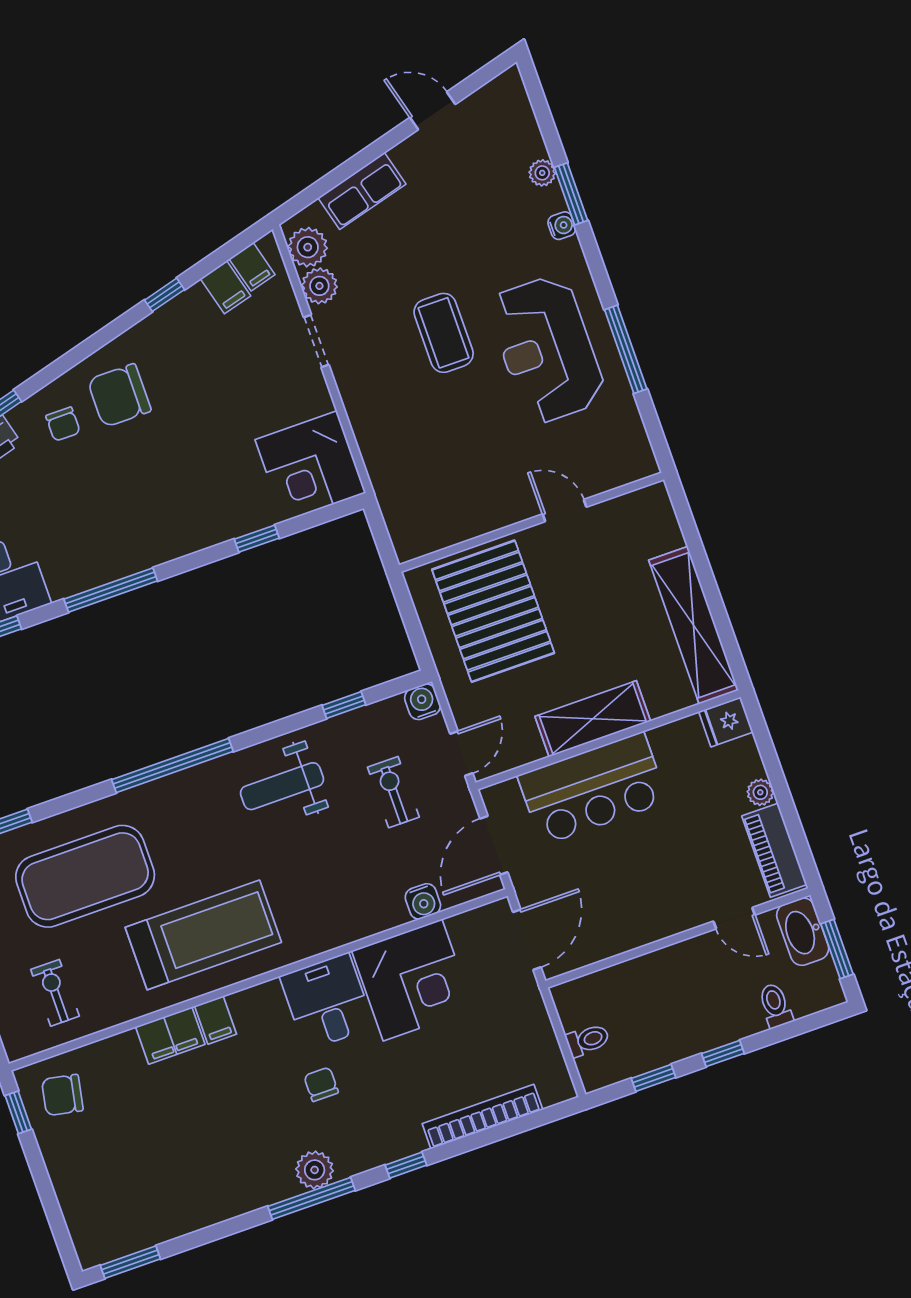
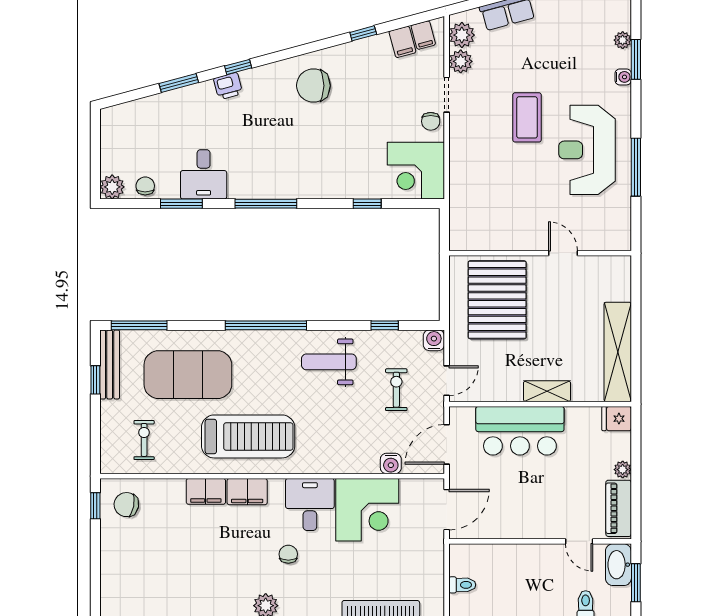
chair: (63, 424) -> (431, 121), moved
shelving: (593, 719) -> (547, 391), width x0.67, depth x0.75
filing cabinet: (216, 1020) -> (247, 492), width x2.00

